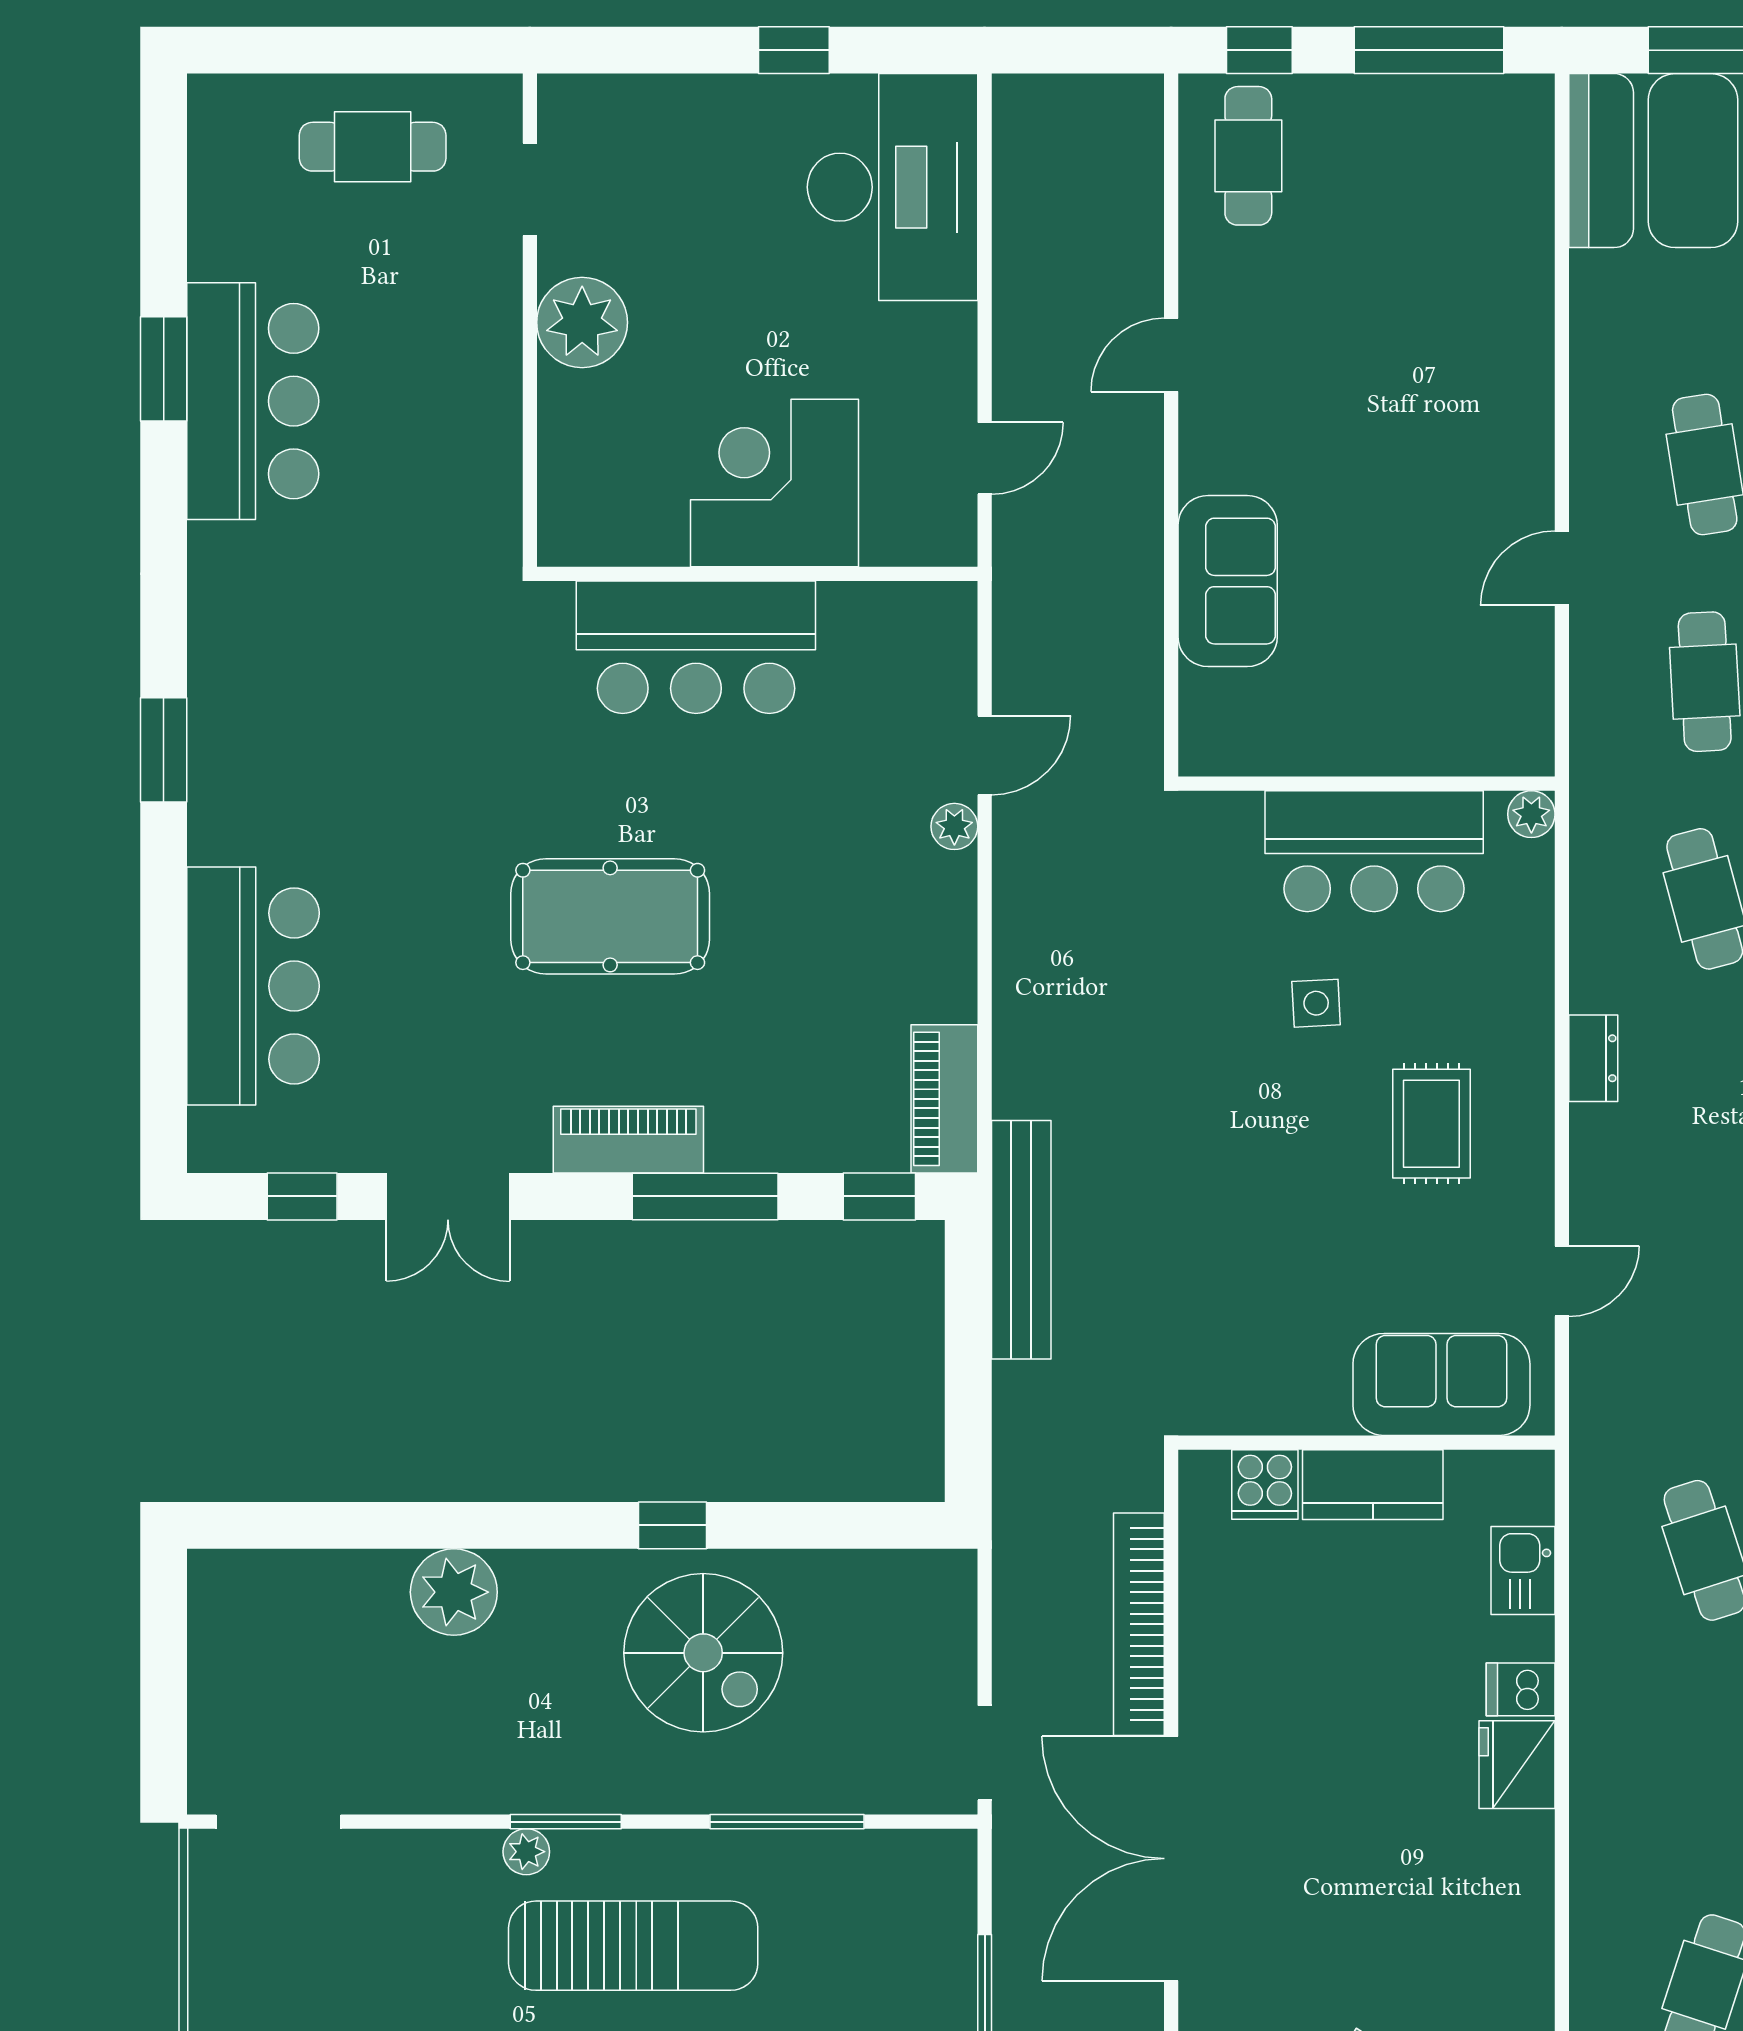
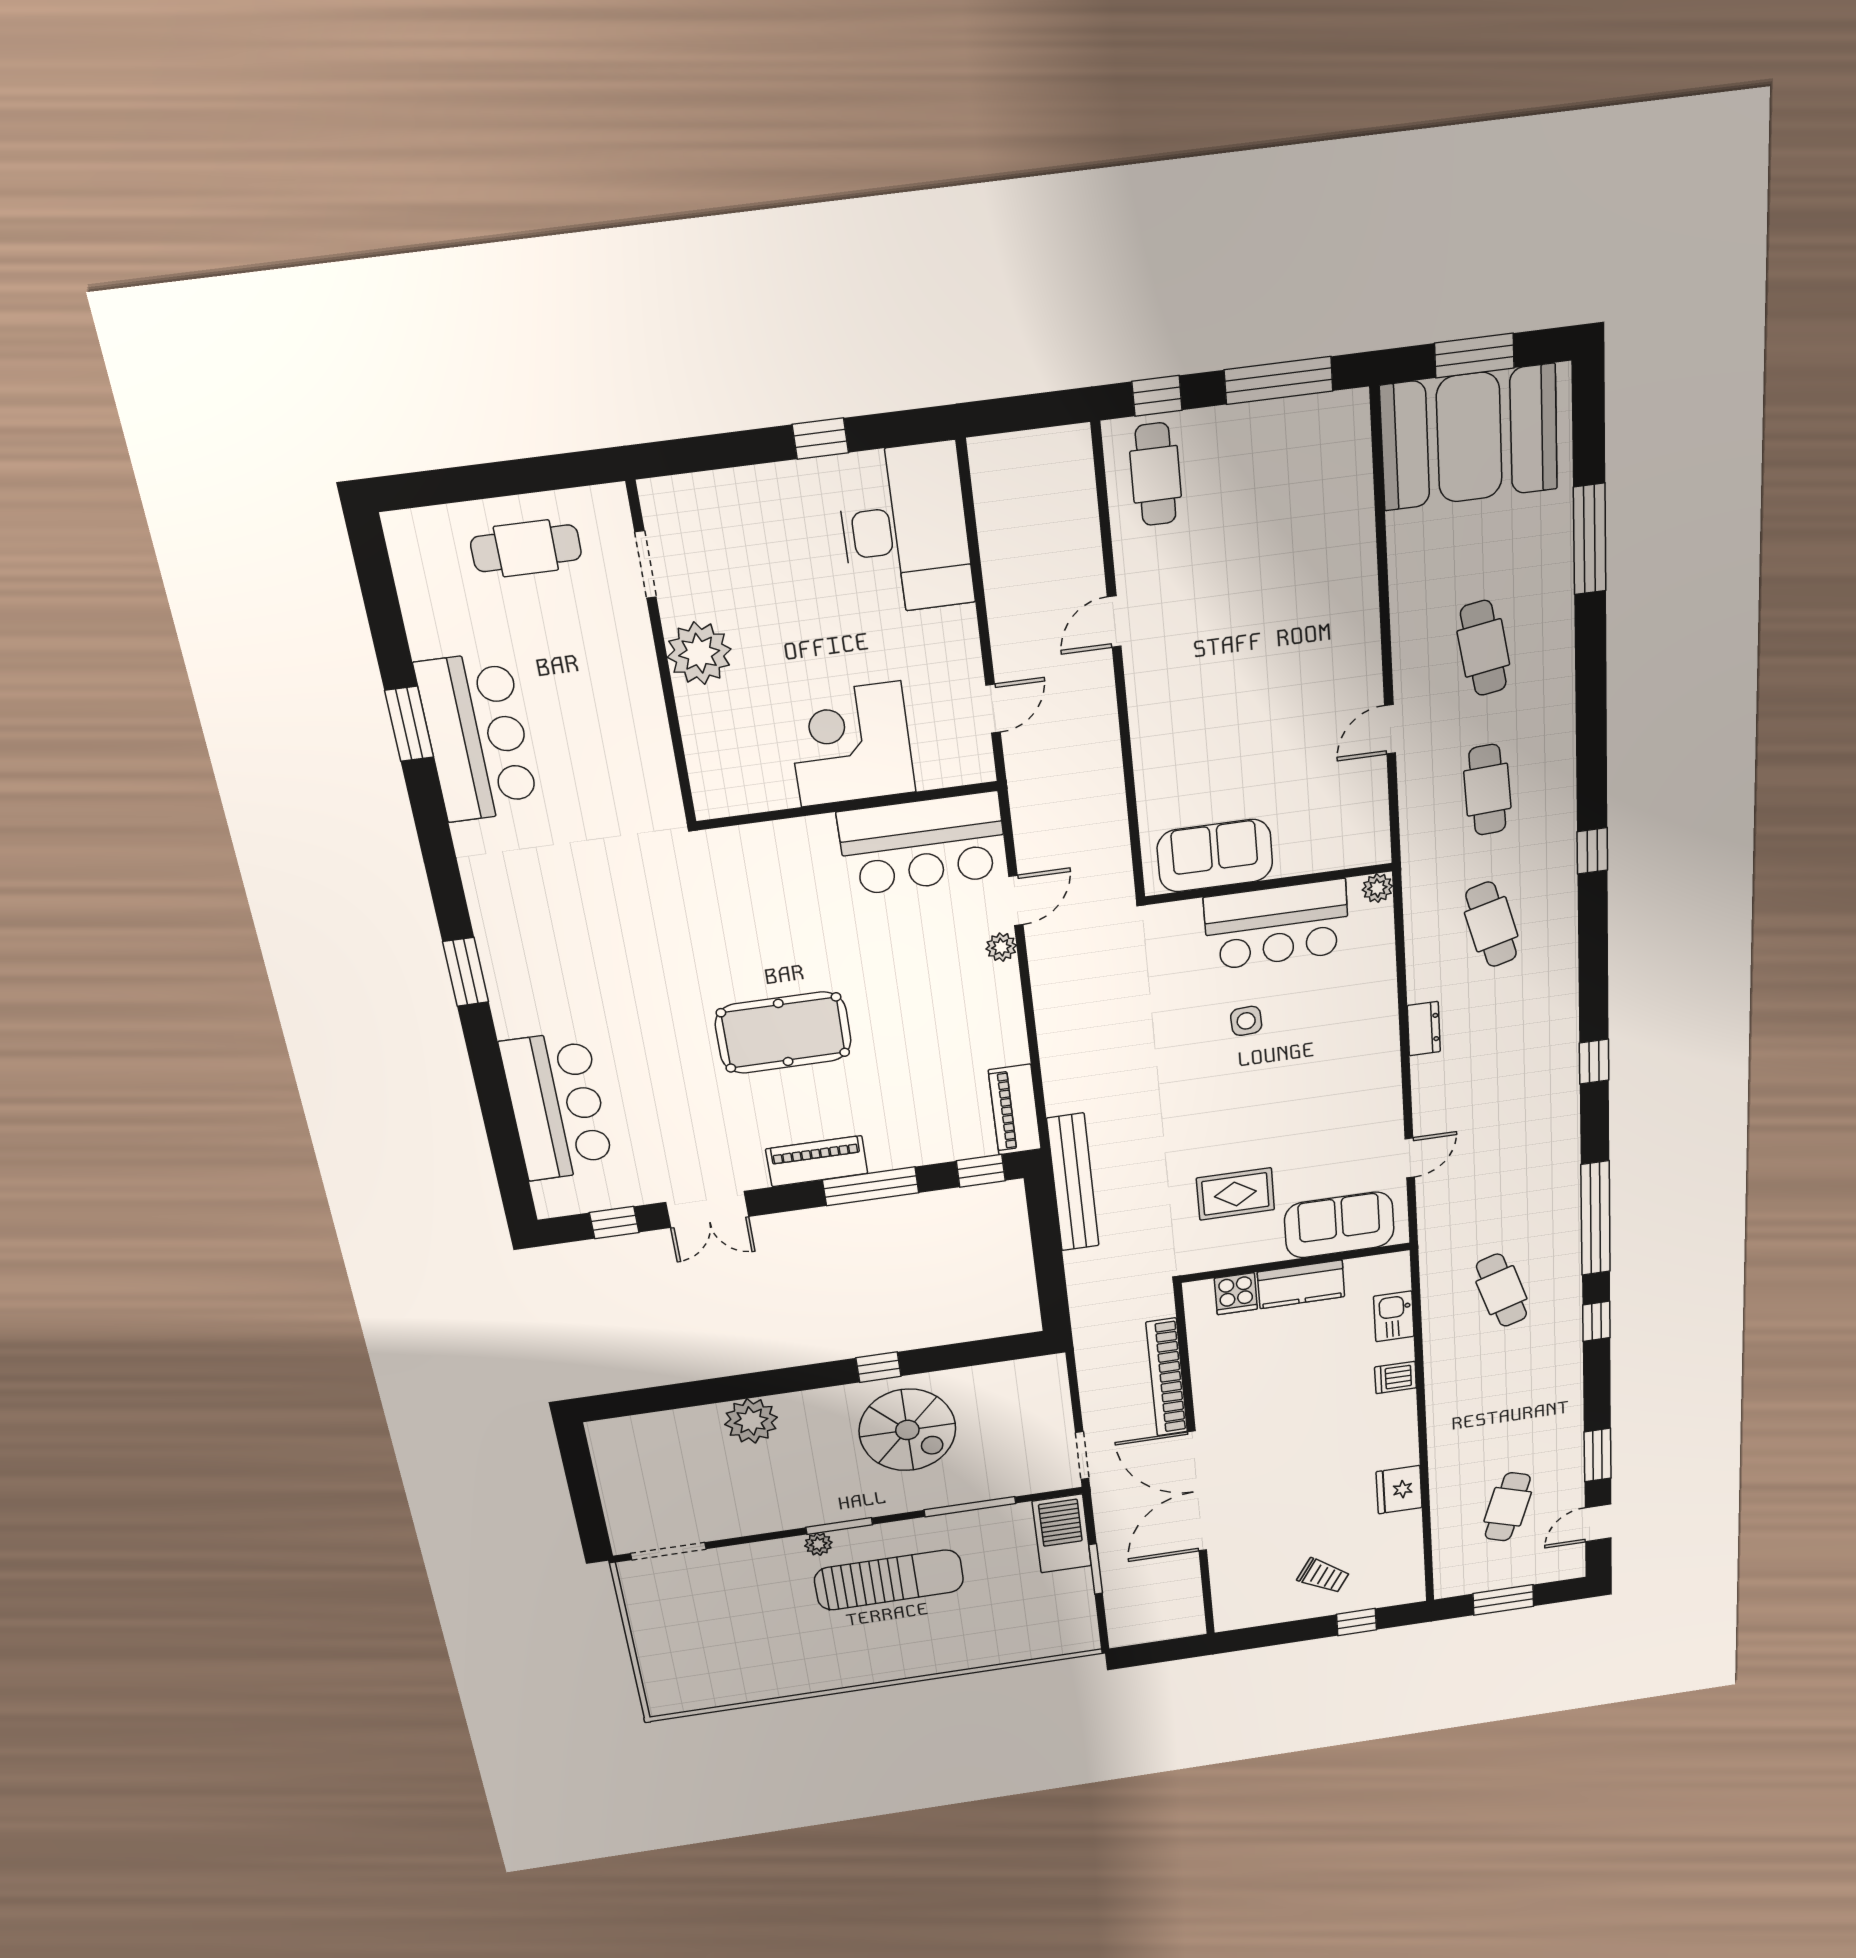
sofa: (1228, 581) -> (1215, 856), moved, turned -90
bar counter: (696, 647) -> (923, 844), moved
rug: (1431, 1124) -> (1235, 1194), moved, turned 90
fridge: (1517, 1765) -> (1399, 1490), moved
barbecue: (935, 1903) -> (1062, 1534), added

